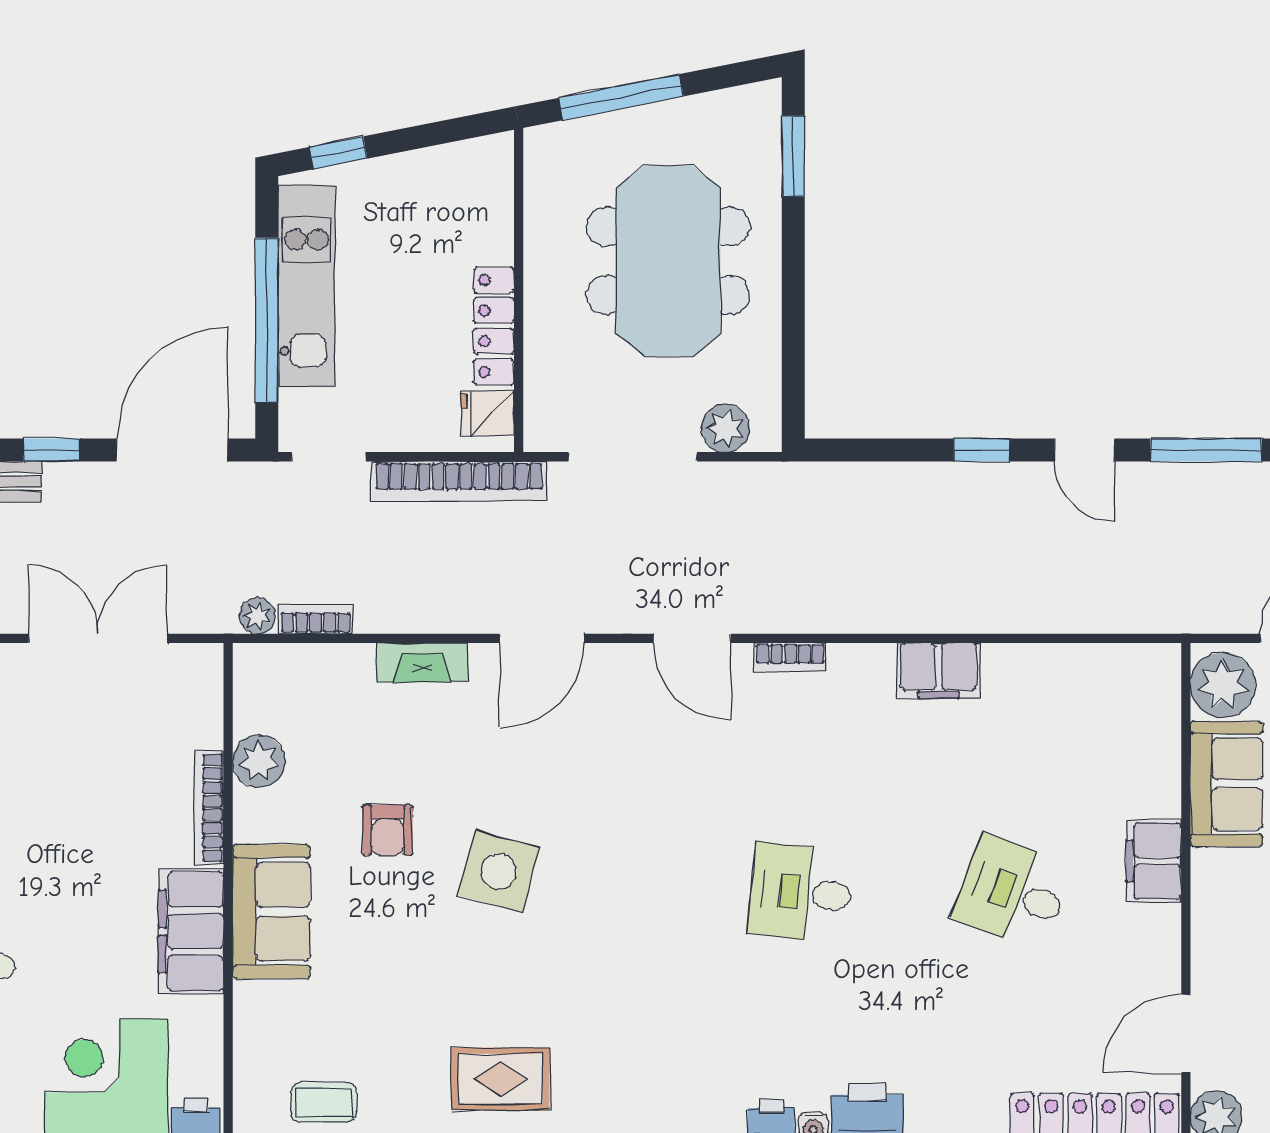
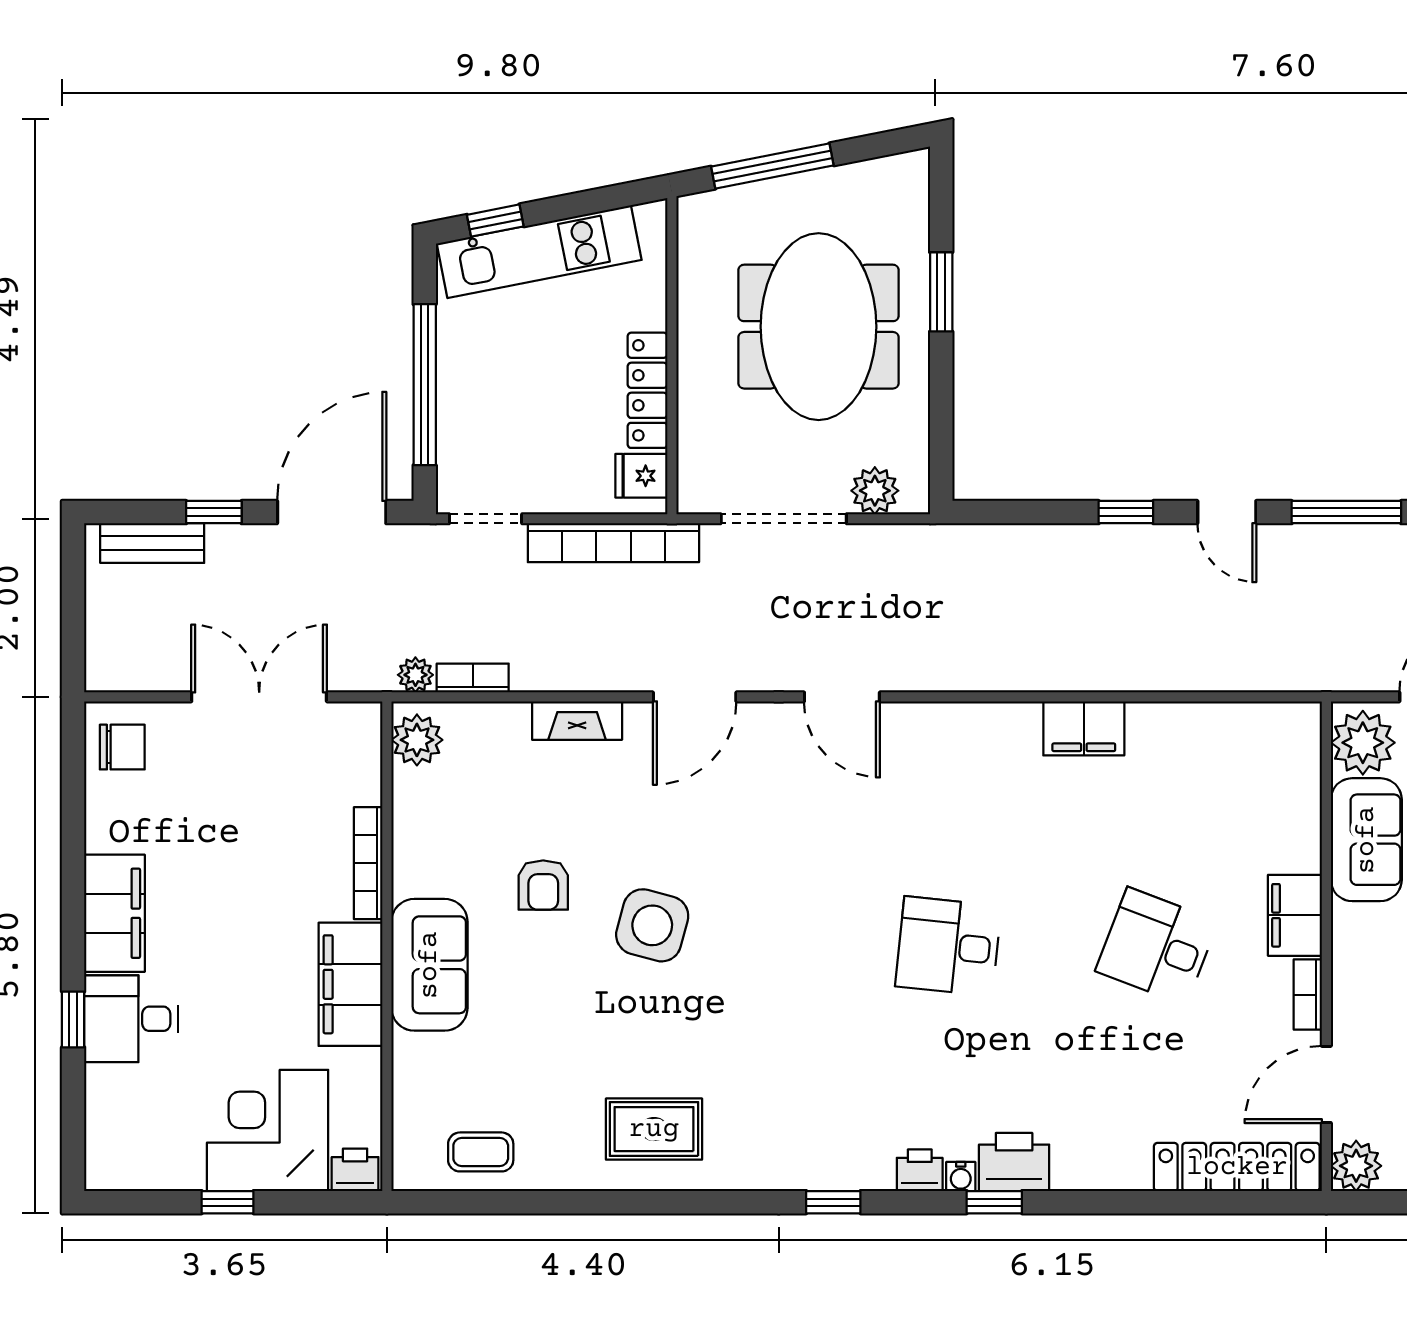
window: (793, 156) -> (941, 292), moved
kitchen unit: (306, 286) -> (539, 252), moved, turned 79
bookcase: (790, 657) -> (1308, 995), moved, turned 90
plant: (259, 761) -> (417, 740), moved

